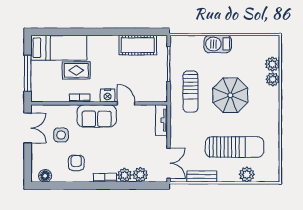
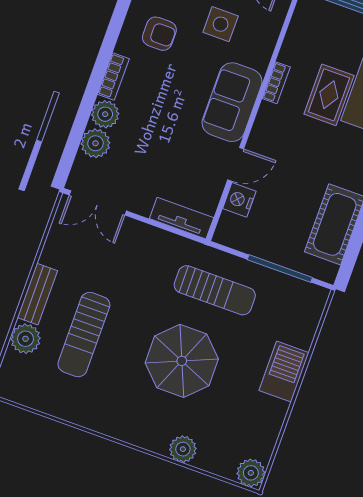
plant: (272, 64) -> (251, 473), moved
sun lounger: (191, 92) -> (215, 290), turned 180
nightstand: (108, 95) -> (239, 200), moved
sun lounger: (235, 147) -> (84, 335), width x0.73, depth x0.75
bench: (202, 177) -> (37, 294), moved

